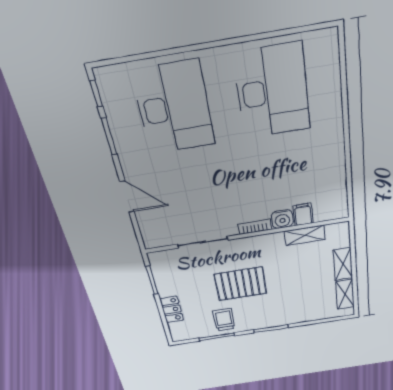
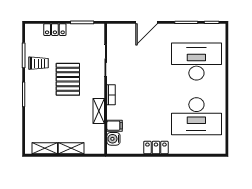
desk: (174, 108) -> (196, 62), turned 180
locker: (334, 149) -> (156, 148), added
water cooler: (282, 219) -> (113, 139), moved
shelving: (305, 235) -> (99, 111), moved

